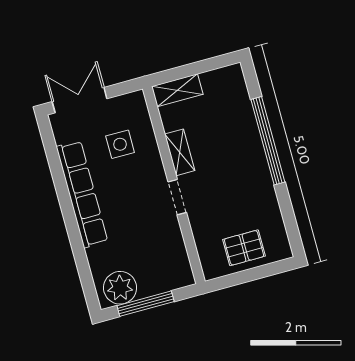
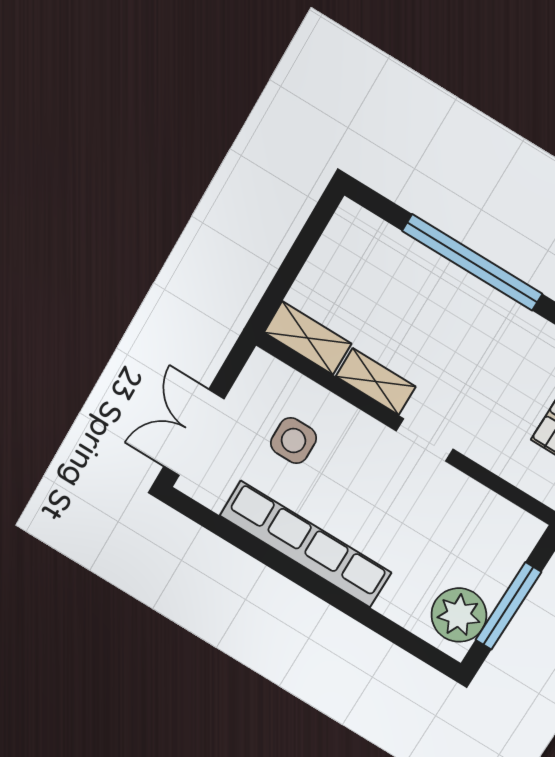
shelving: (177, 90) -> (308, 338), moved, turned 90

